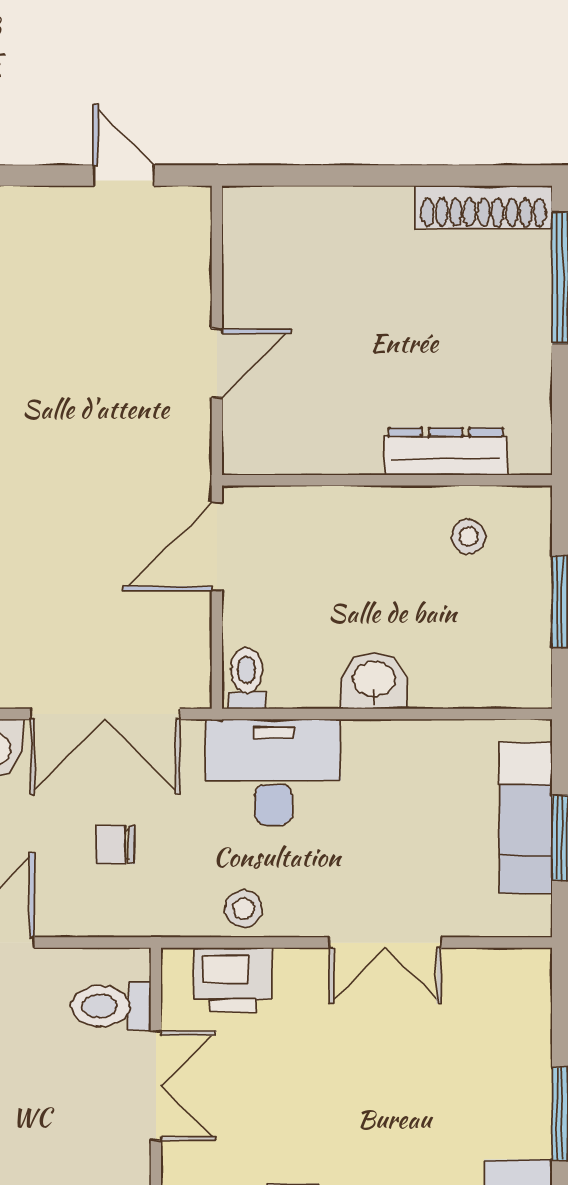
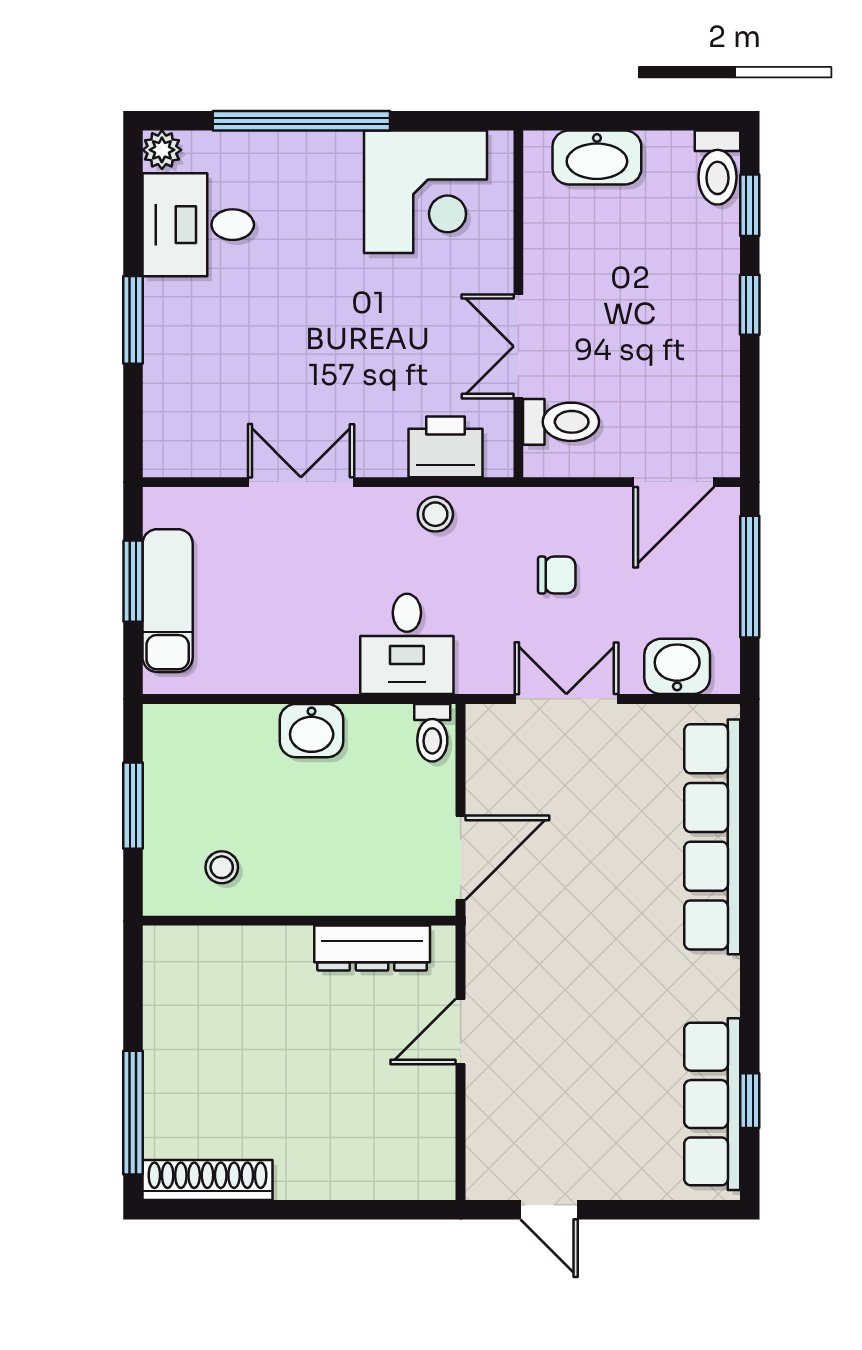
dresser: (446, 451) -> (372, 948), moved
double door: (105, 714) -> (566, 699), width x0.73
desk: (273, 772) -> (407, 644), width x0.73

